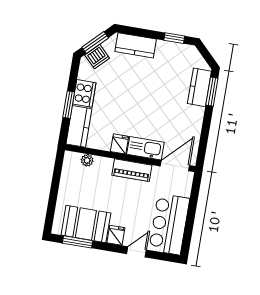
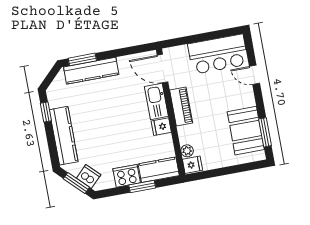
kitchen counter: (136, 45) -> (64, 136), width x1.50
kitchen counter: (199, 87) -> (91, 71), width x1.50
fridge: (116, 235) -> (192, 165), moved, turned 180

